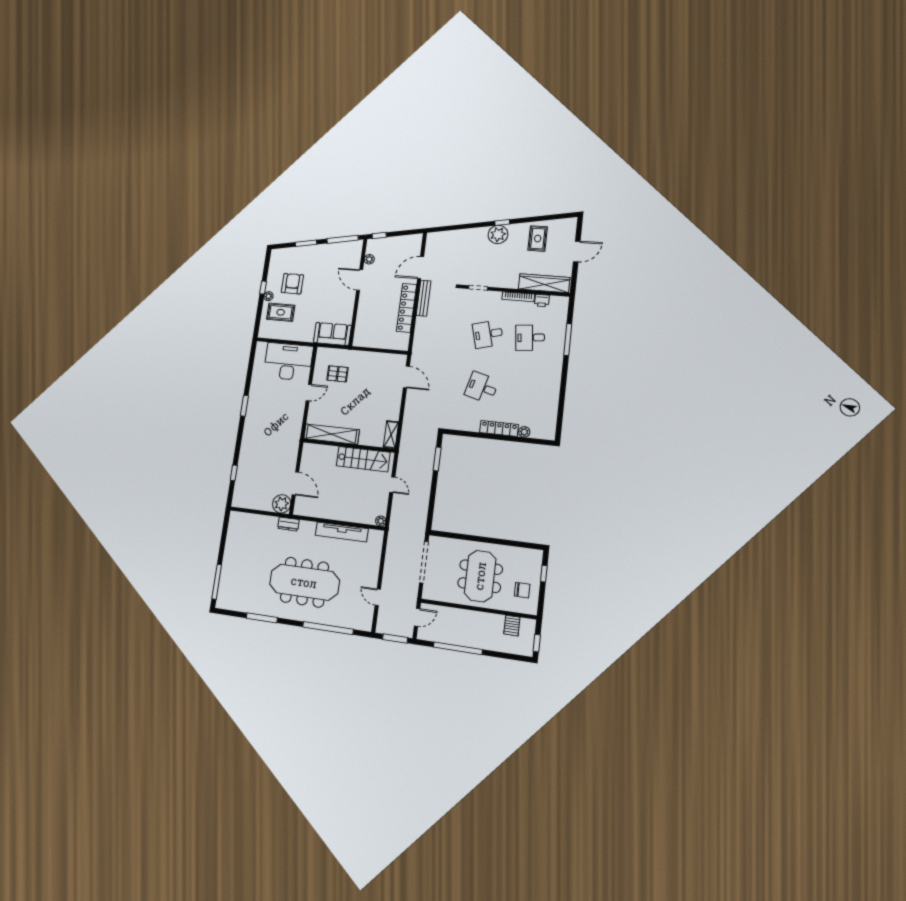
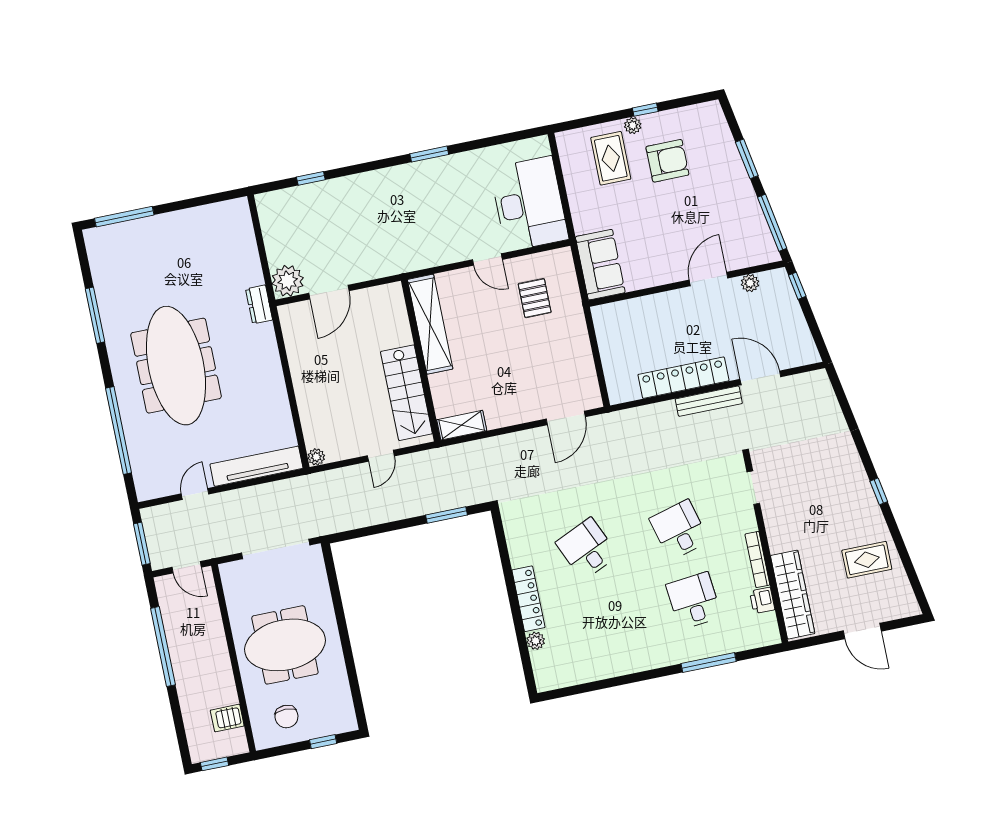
plant: (498, 234) -> (856, 491), removed
desk: (482, 387) -> (587, 549), turned -39
tv unit: (342, 532) -> (256, 466), moved, turned 90

